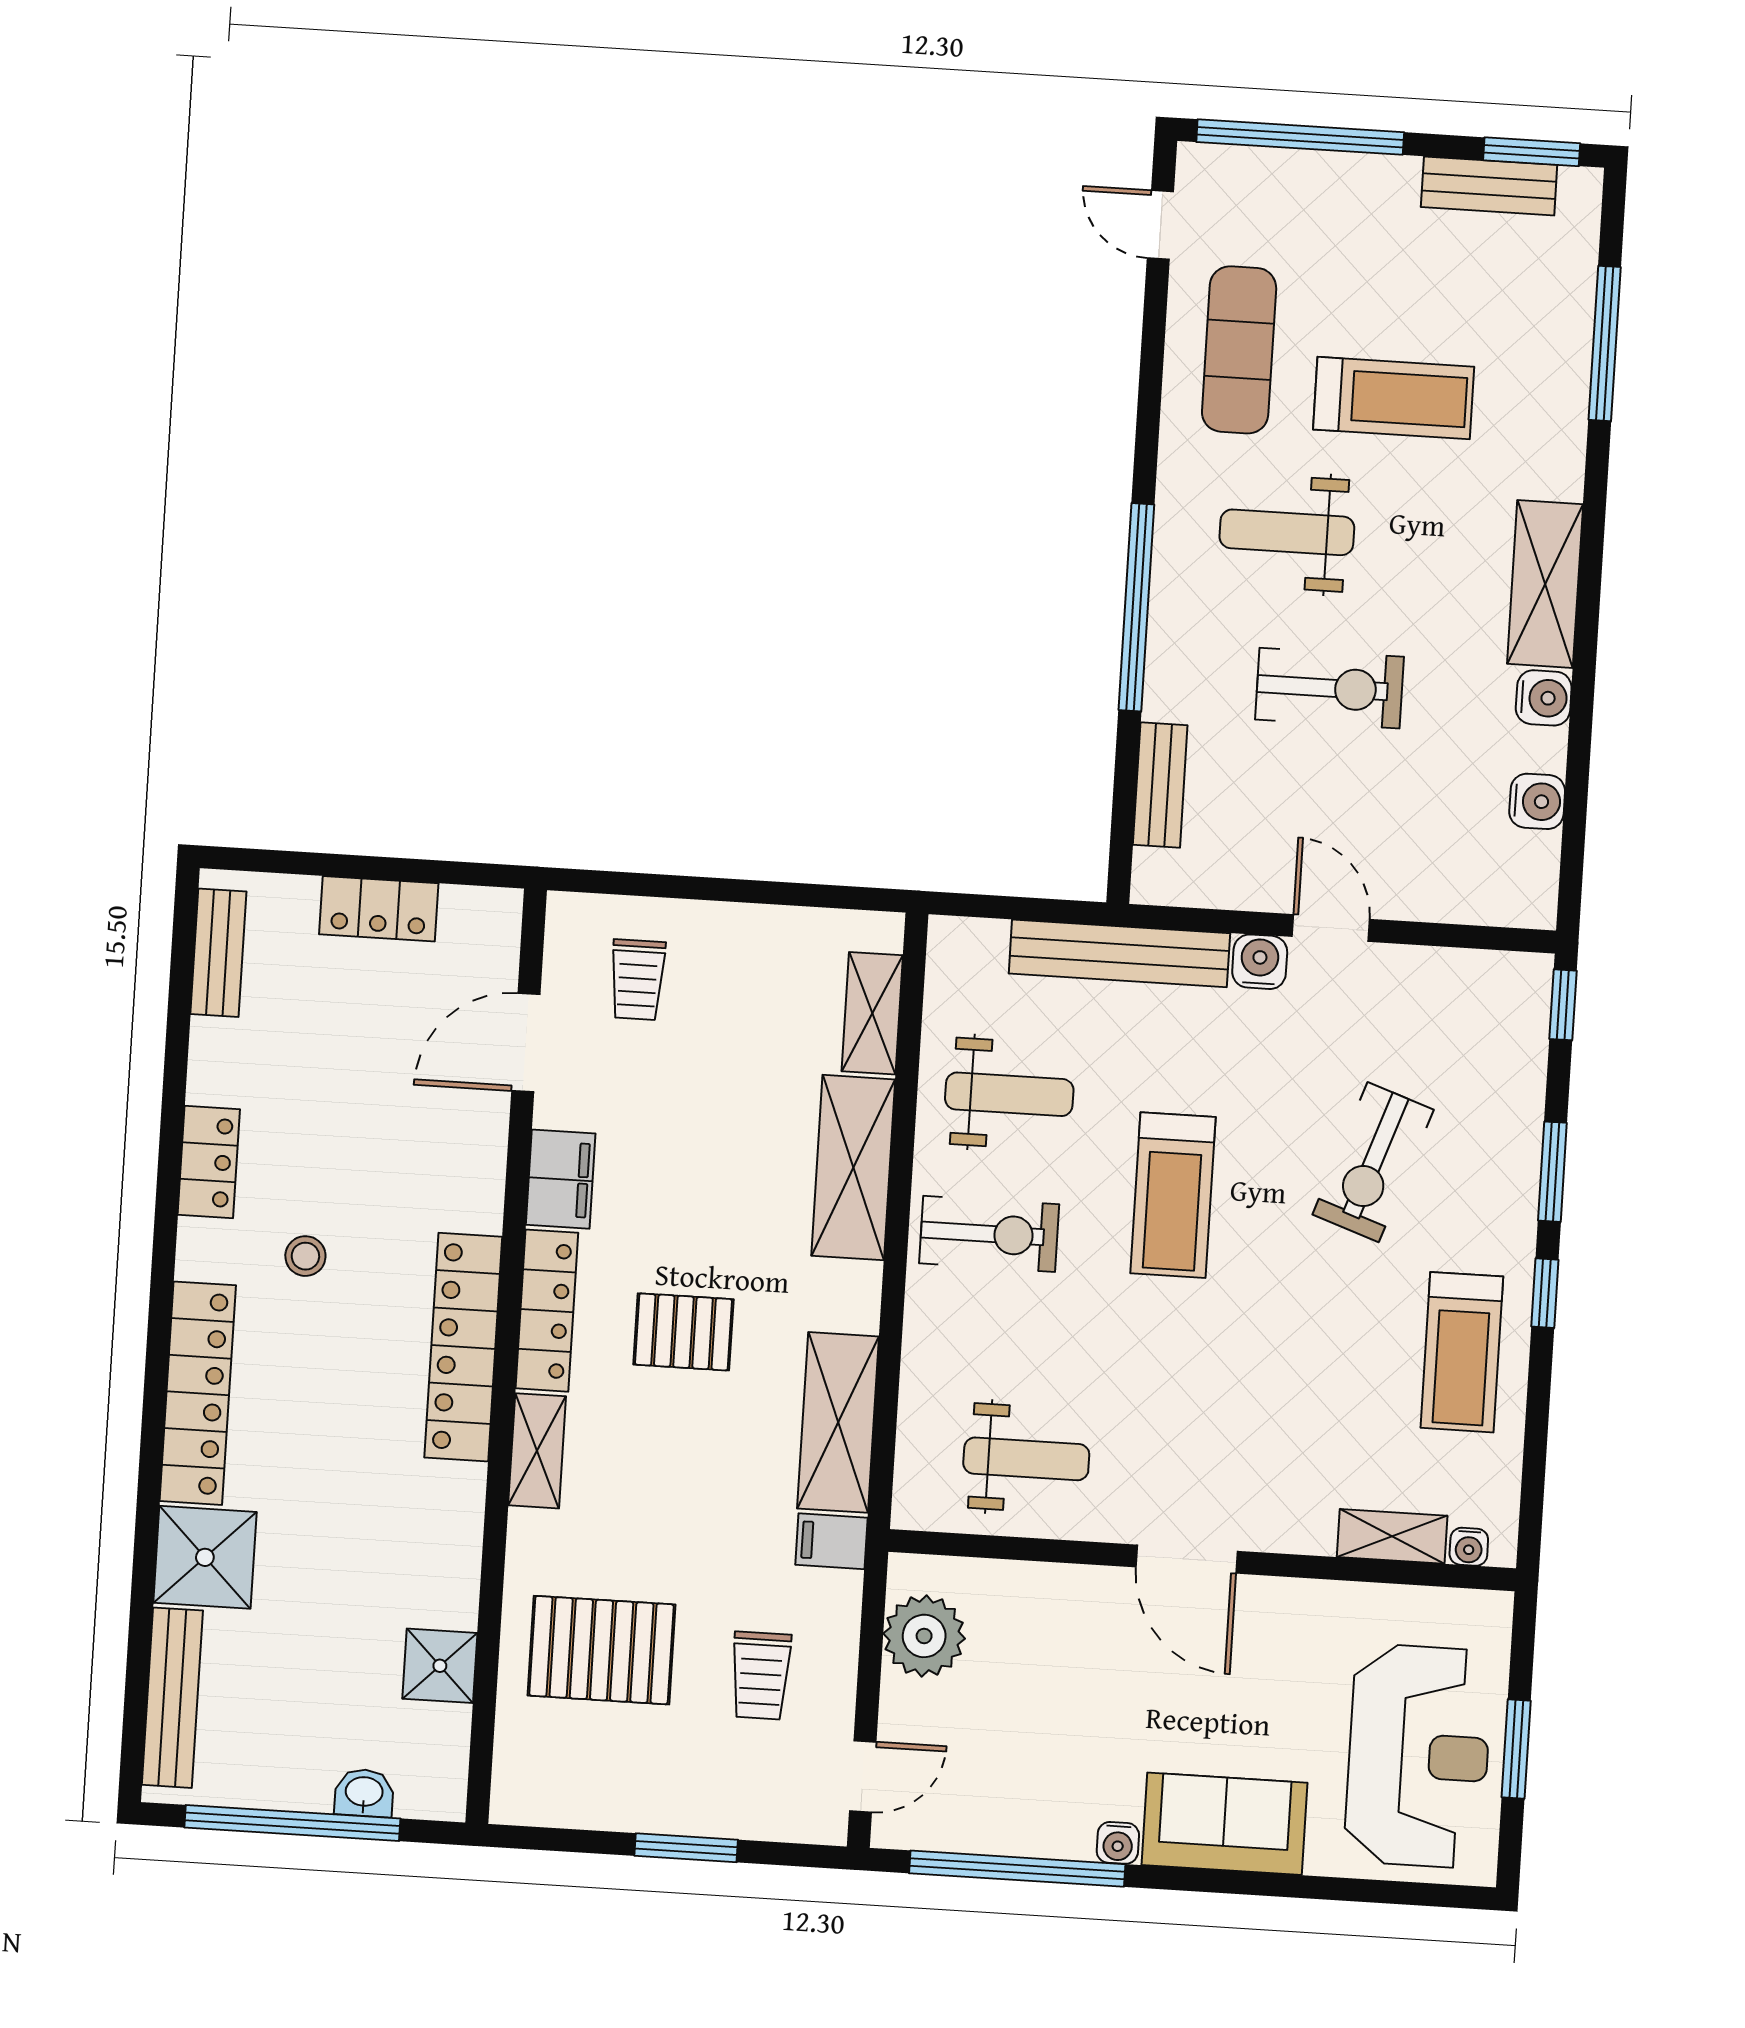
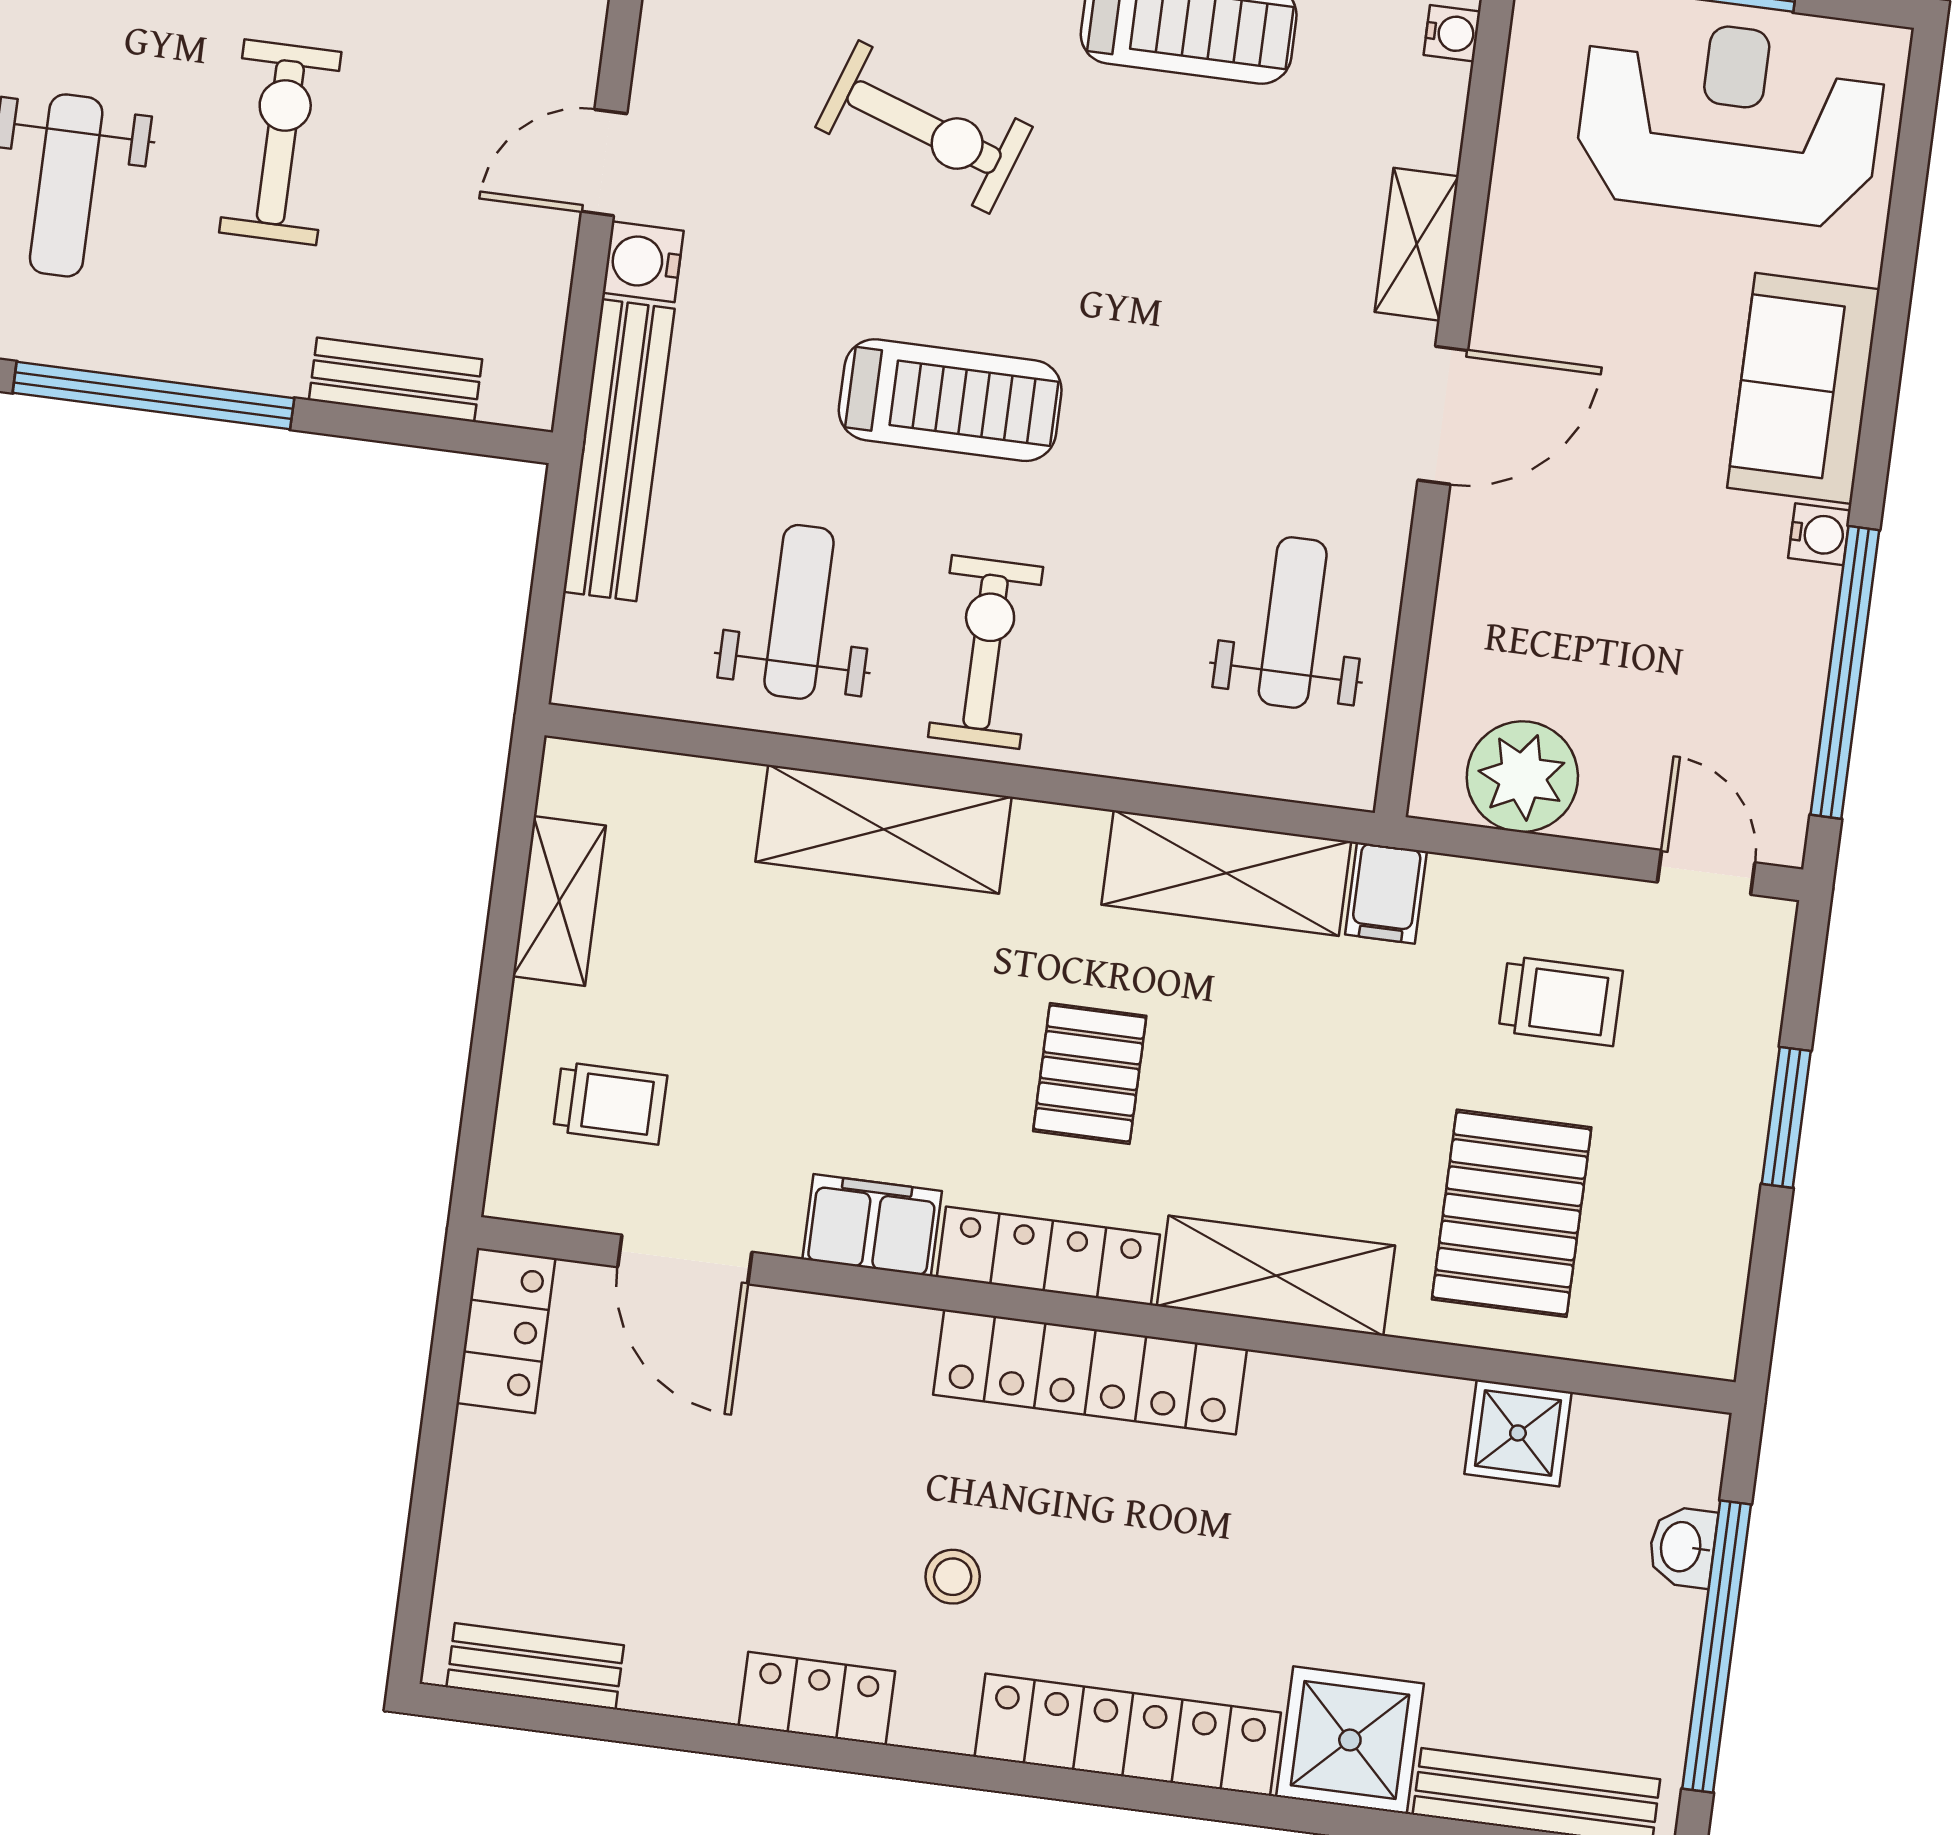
locker: (379, 909) -> (506, 1331), moved
shelving: (872, 1013) -> (559, 901), moved, turned 90
shelving: (537, 1451) -> (1276, 1276), width x1.50, depth x1.33
shelving: (1392, 1536) -> (1417, 244), moved

